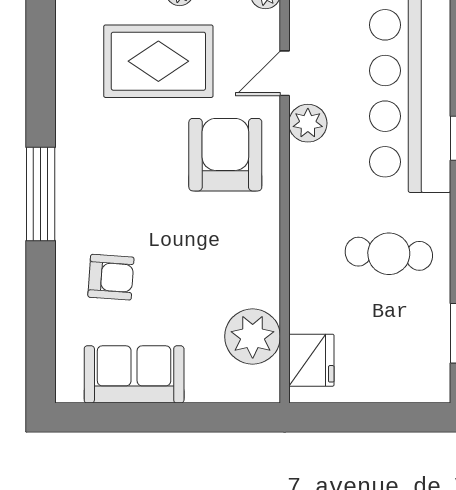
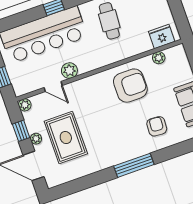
armchair: (225, 155) -> (130, 86), moved, turned 180
plant: (253, 336) -> (159, 58), width x0.53, depth x0.53

